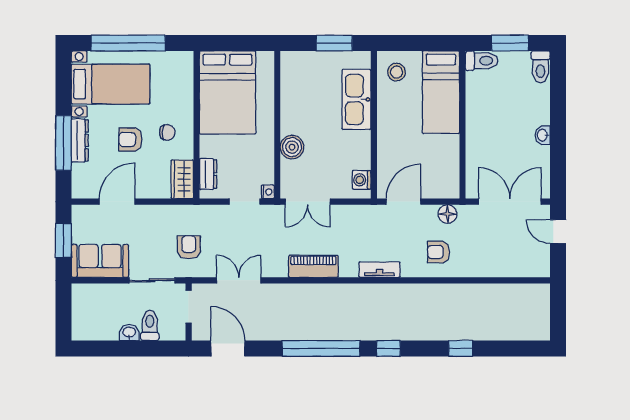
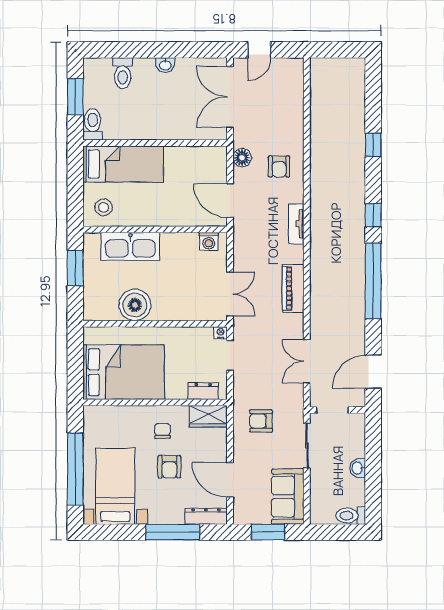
toilet: (541, 67) -> (123, 73), moved, turned 90
dresser: (80, 140) -> (206, 516), moved
boiler: (292, 147) -> (135, 305), moved, width x1.37, depth x1.37
armchair: (189, 247) -> (261, 421), moved
toilet: (150, 325) -> (351, 516), moved

